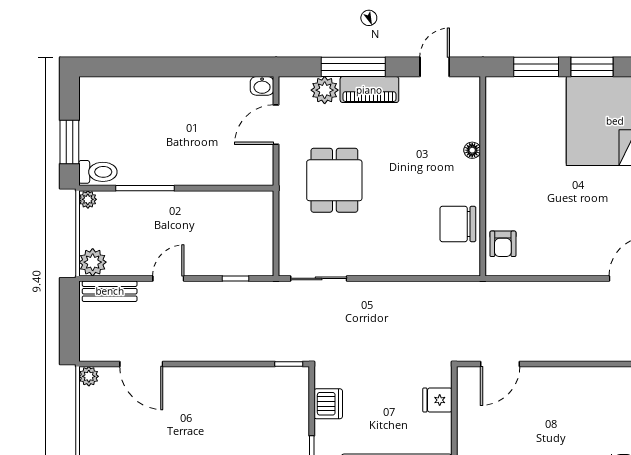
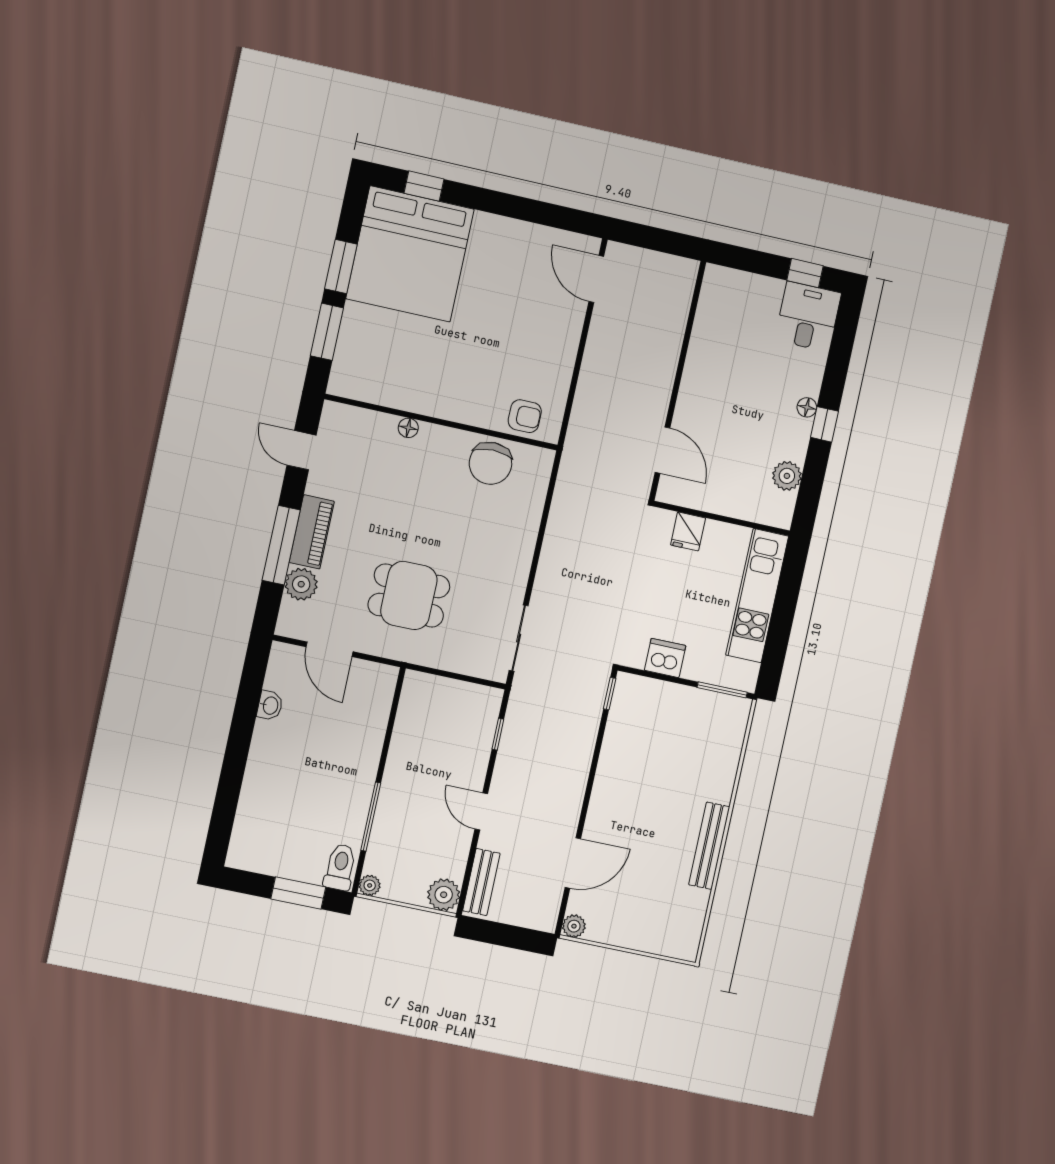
washbasin: (262, 86) -> (270, 705), moved

